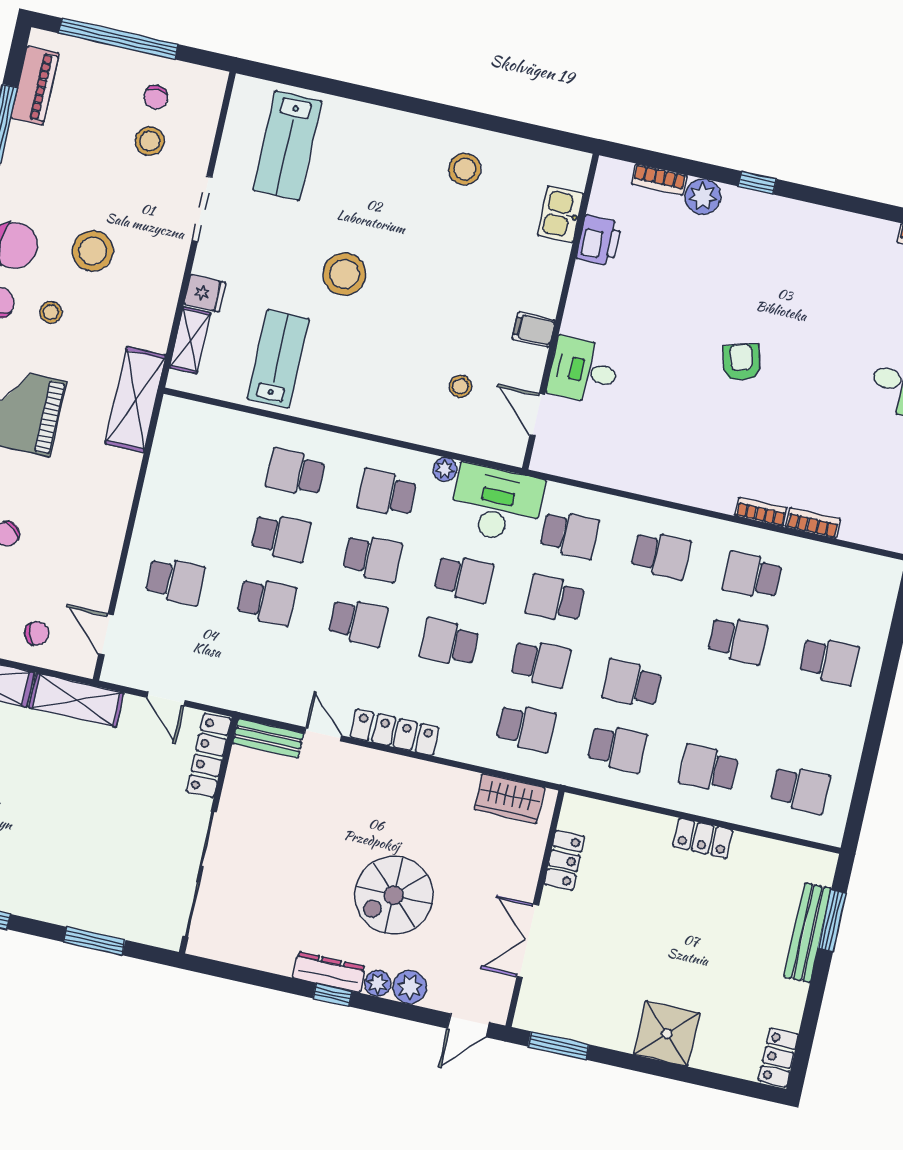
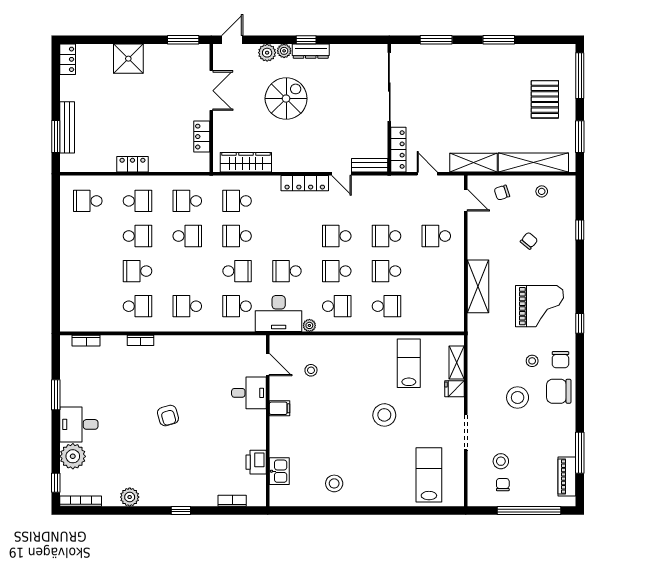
plant: (703, 197) -> (130, 497), moved
lab bench: (278, 359) -> (409, 363), turned 180
shelving: (135, 400) -> (478, 286), moved
bookcase: (813, 523) -> (86, 341), moved
school desk: (449, 643) -> (287, 236), removed
school desk: (829, 661) -> (138, 236), moved, turned 180
wardrobe: (509, 799) -> (246, 162), width x1.50

